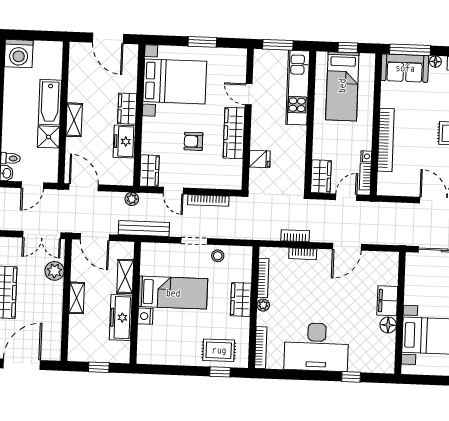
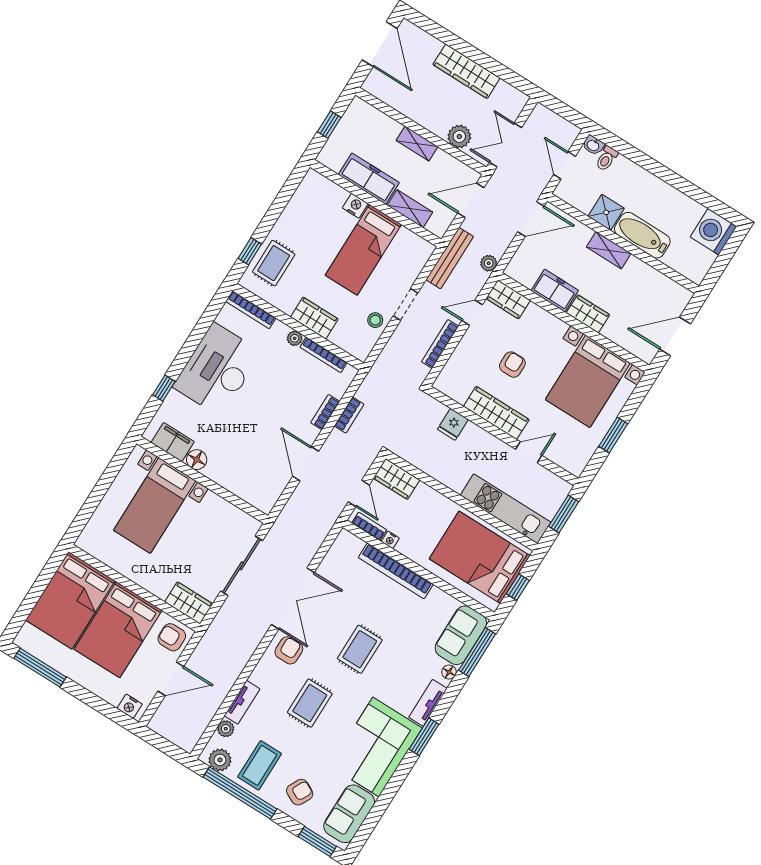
bed: (342, 86) -> (480, 557), width x1.50
filing cabinet: (387, 301) -> (173, 442), moved

